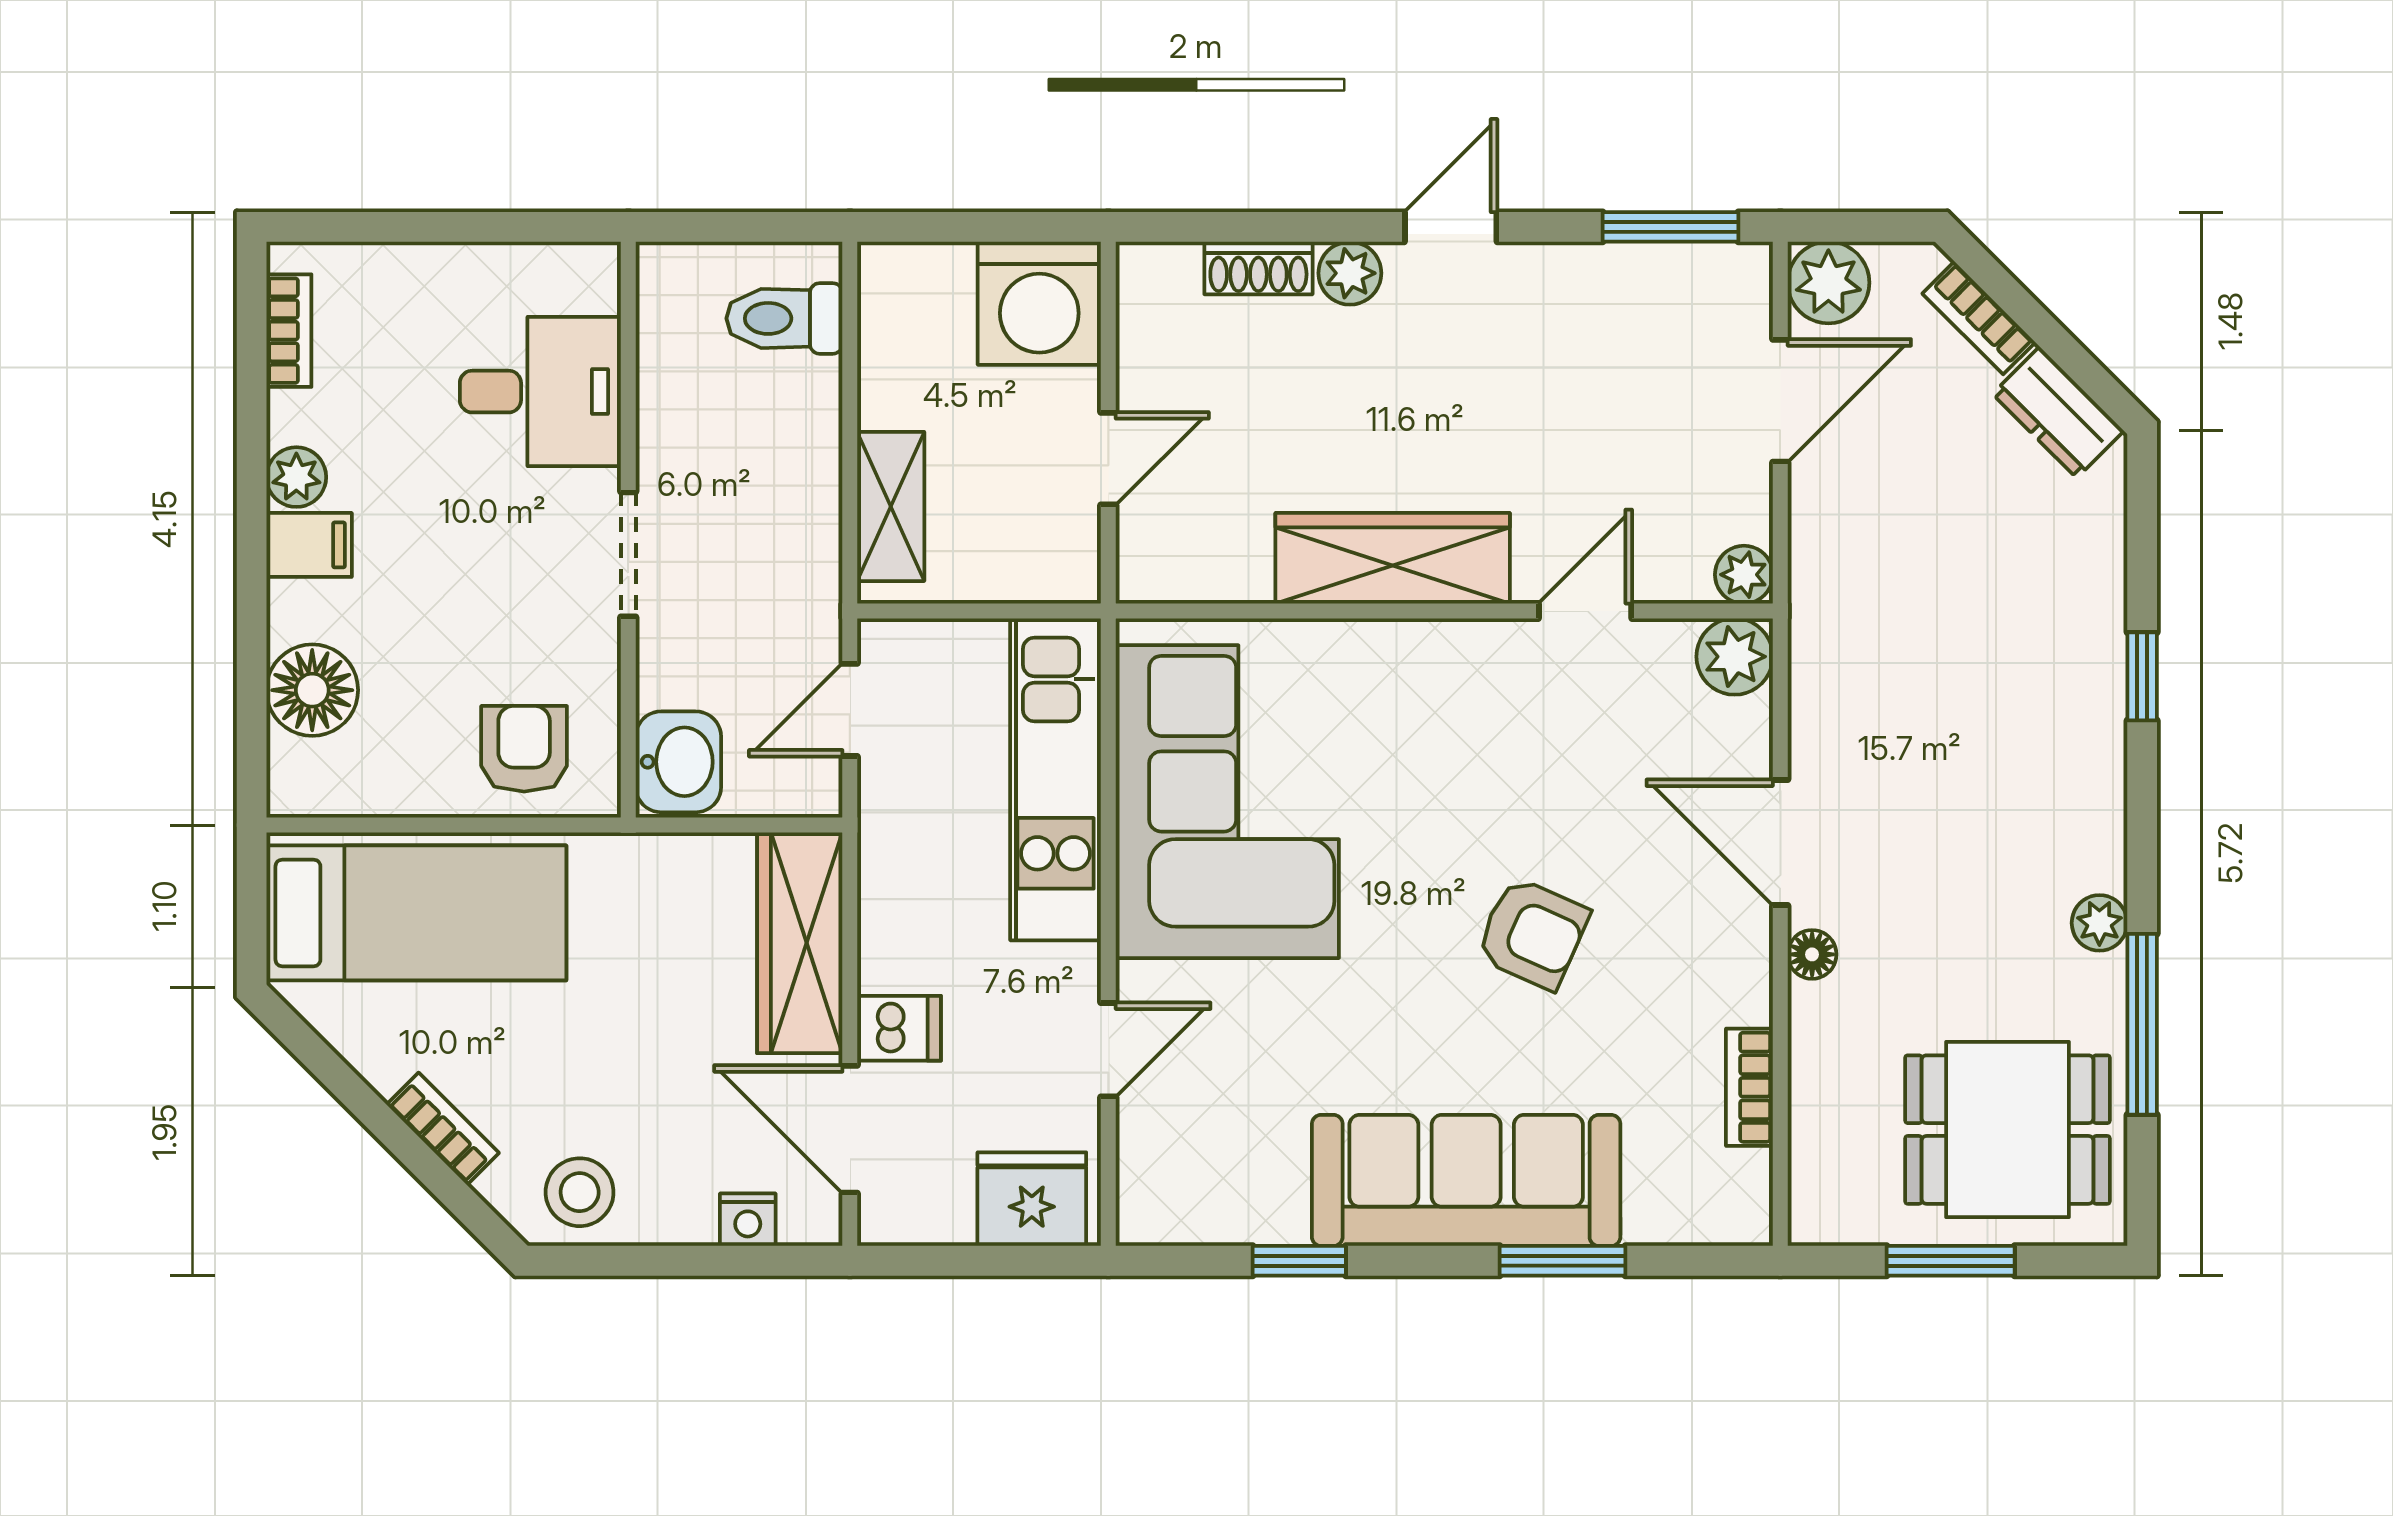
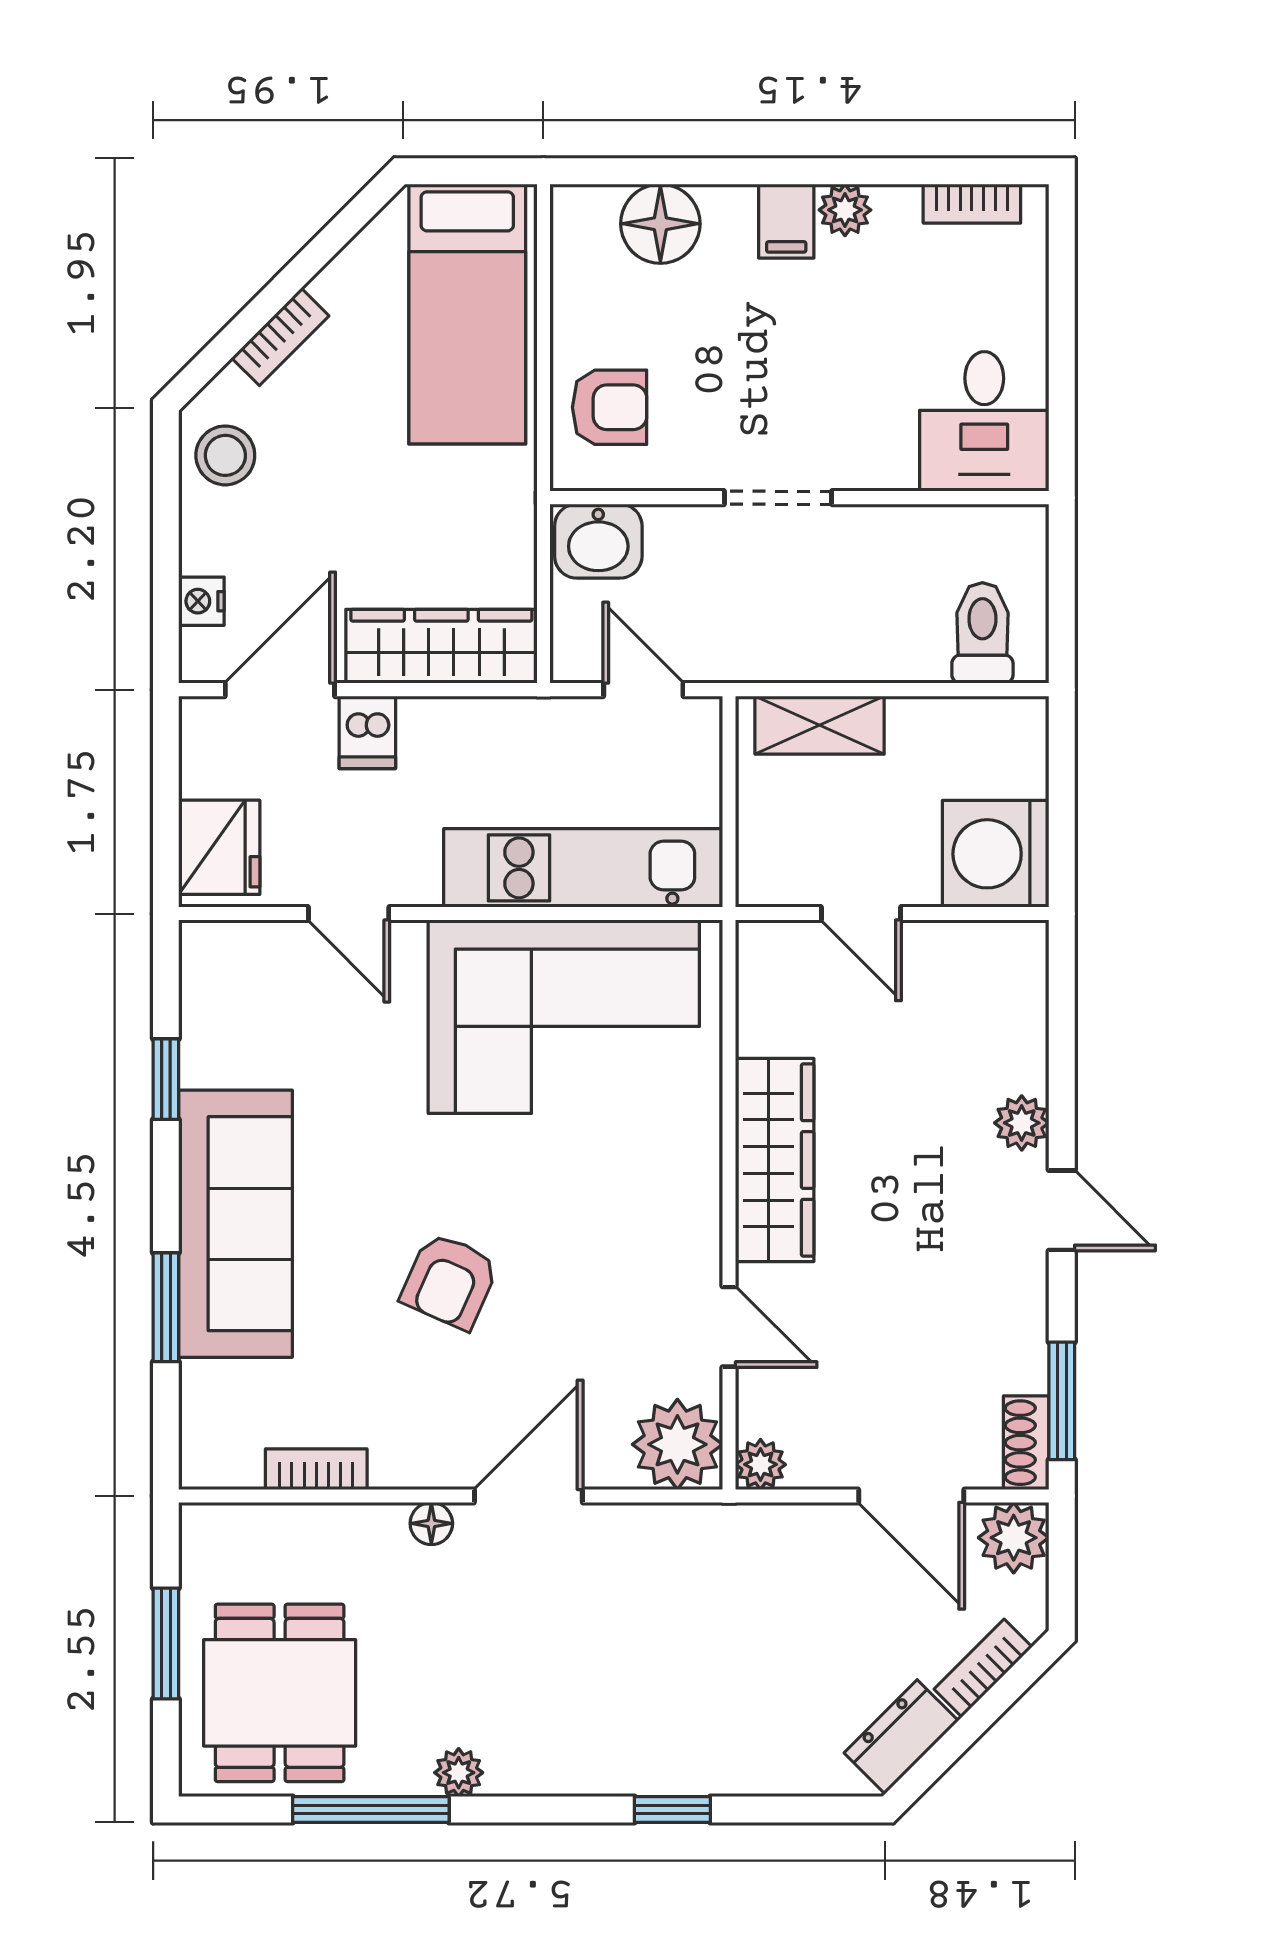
shoe rack: (1258, 268) -> (1026, 1443), moved
desk: (540, 392) -> (984, 421), moved
plant: (1735, 657) -> (677, 1444), width x1.36, depth x1.36

